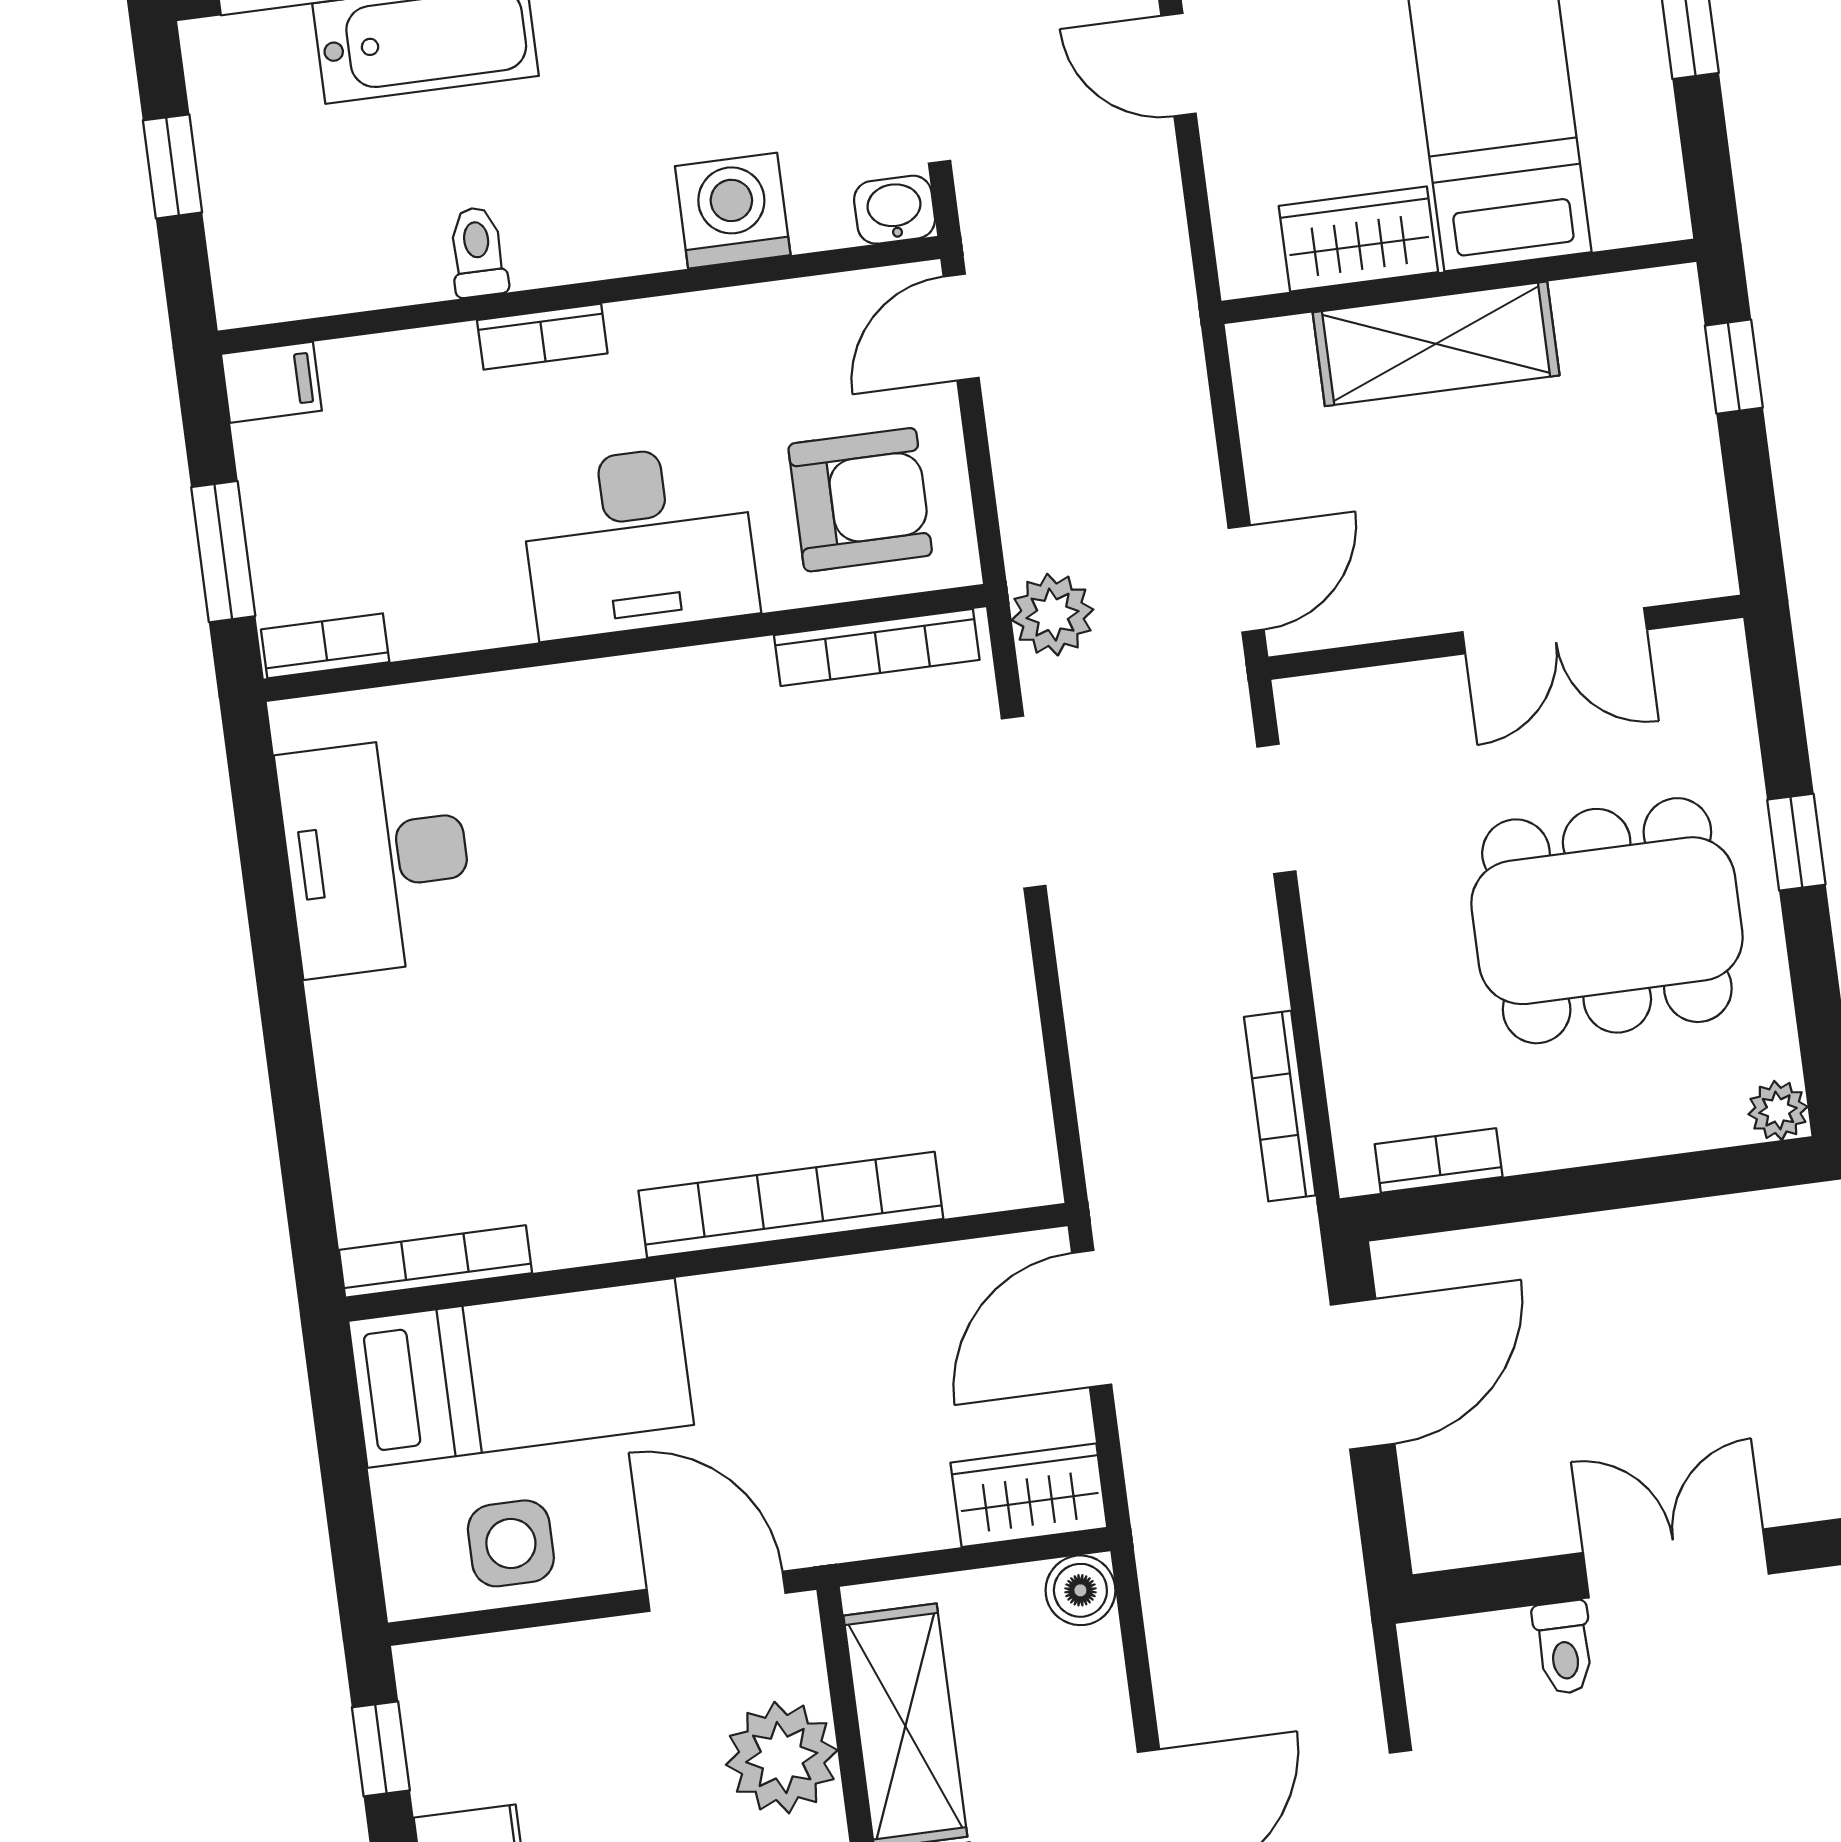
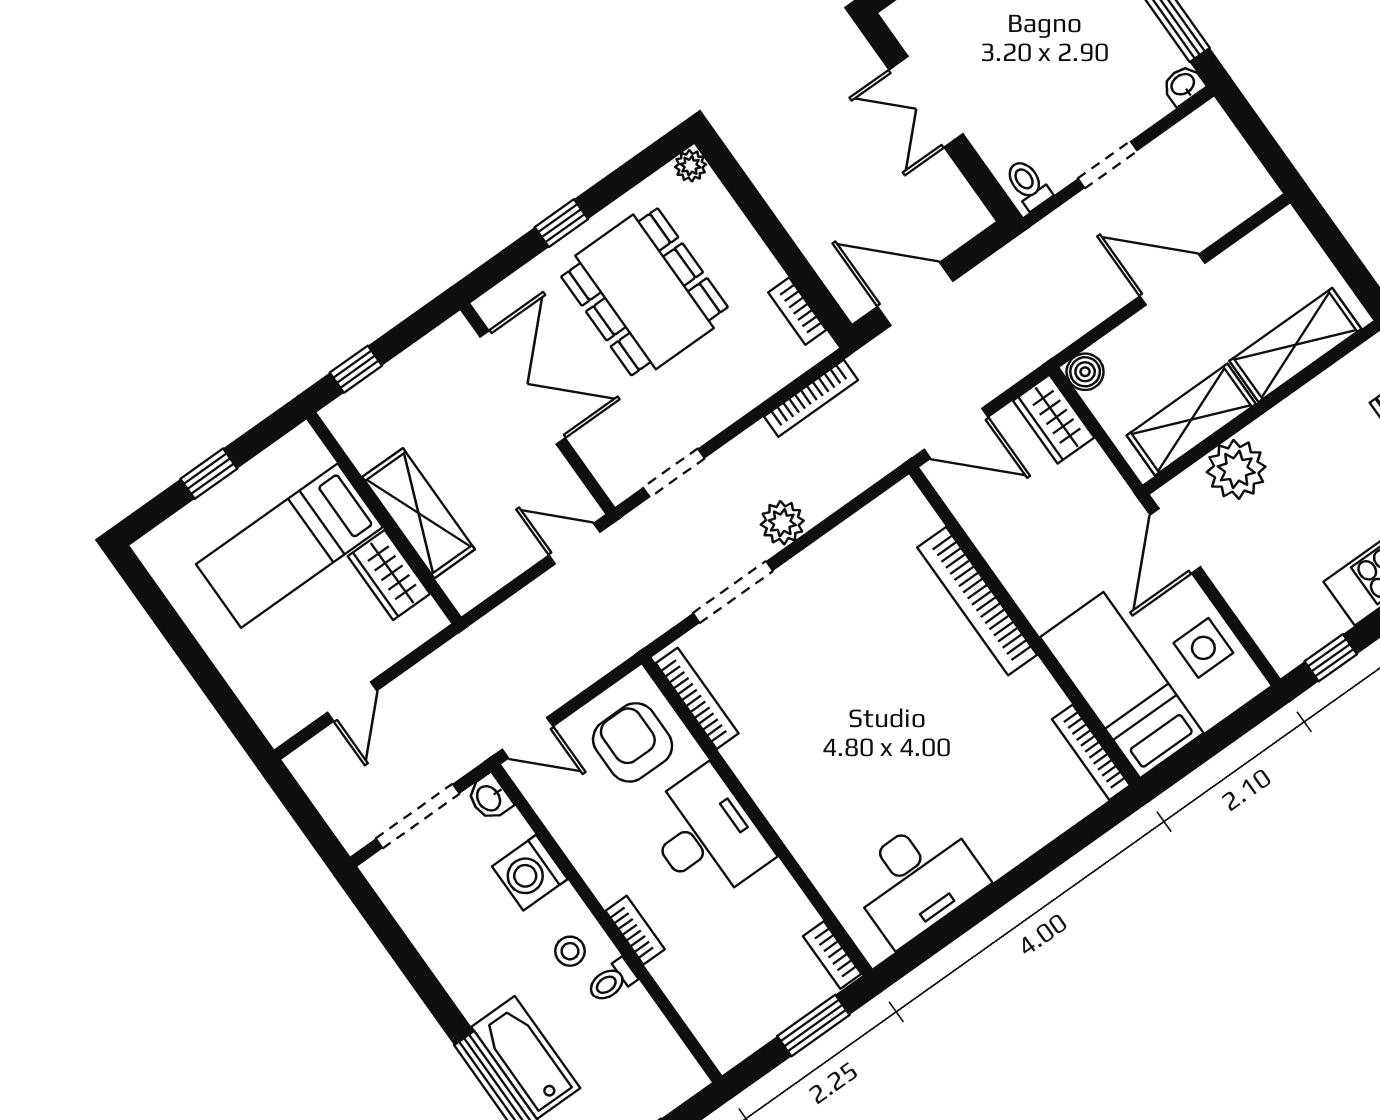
stool: (565, 209) -> (570, 951), added
filing cabinet: (271, 382) -> (723, 1045), removed
plant: (1052, 615) -> (782, 523), moved
double door: (1555, 631) -> (523, 387), width x1.37
toilet: (1564, 1648) -> (1028, 184), moved, turned -90

